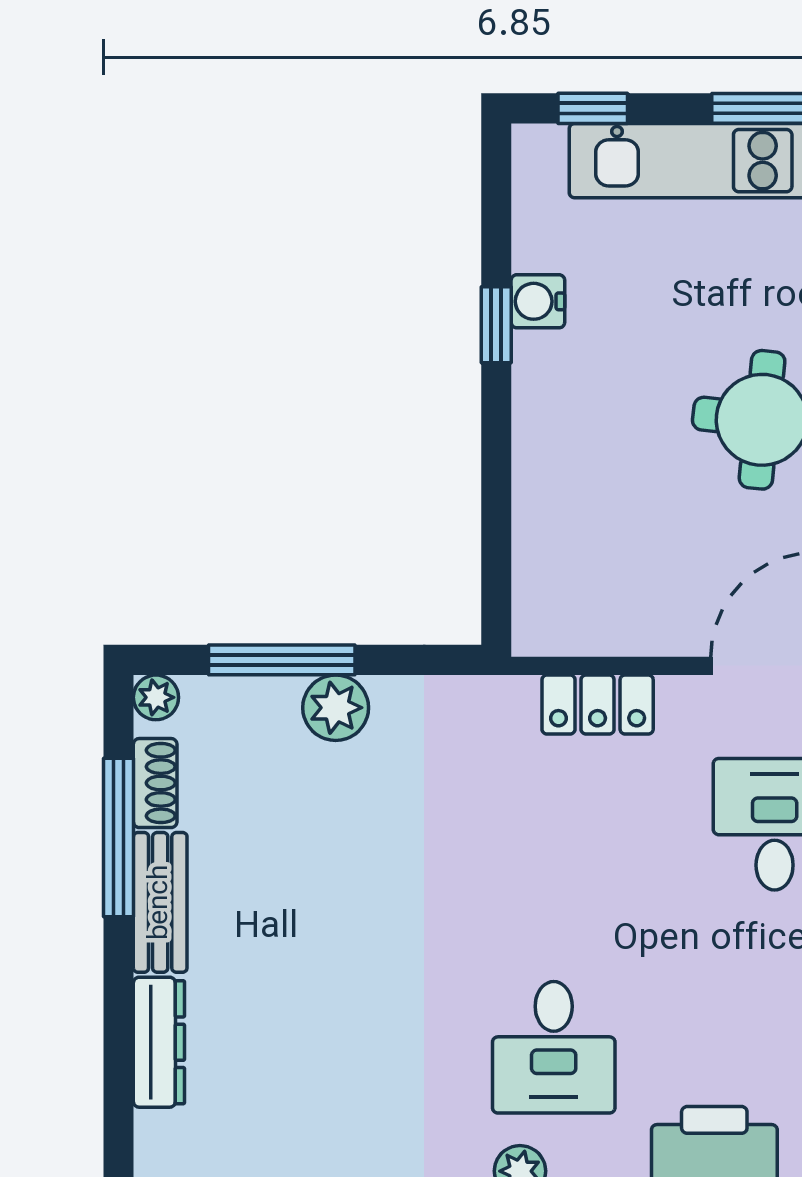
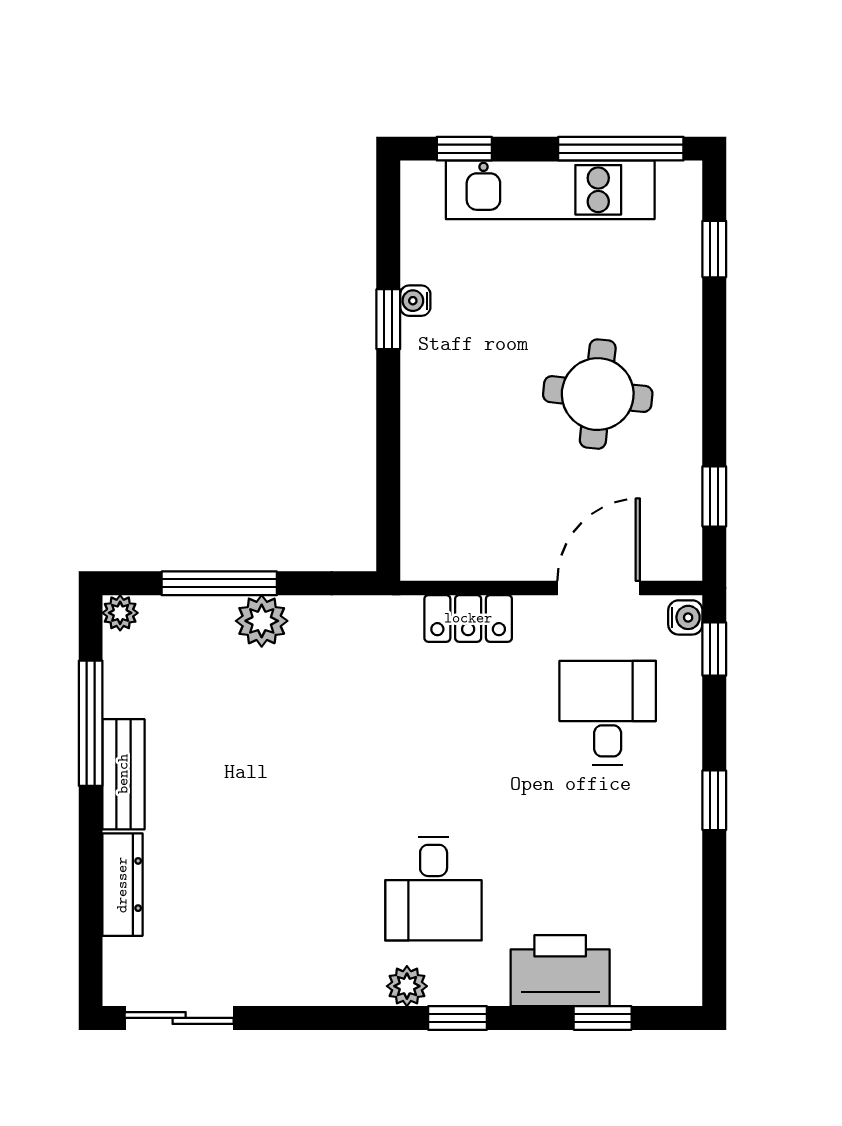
water cooler: (538, 301) -> (415, 301), width x0.72, depth x0.72
shoe rack: (155, 783) -> (119, 680), removed

